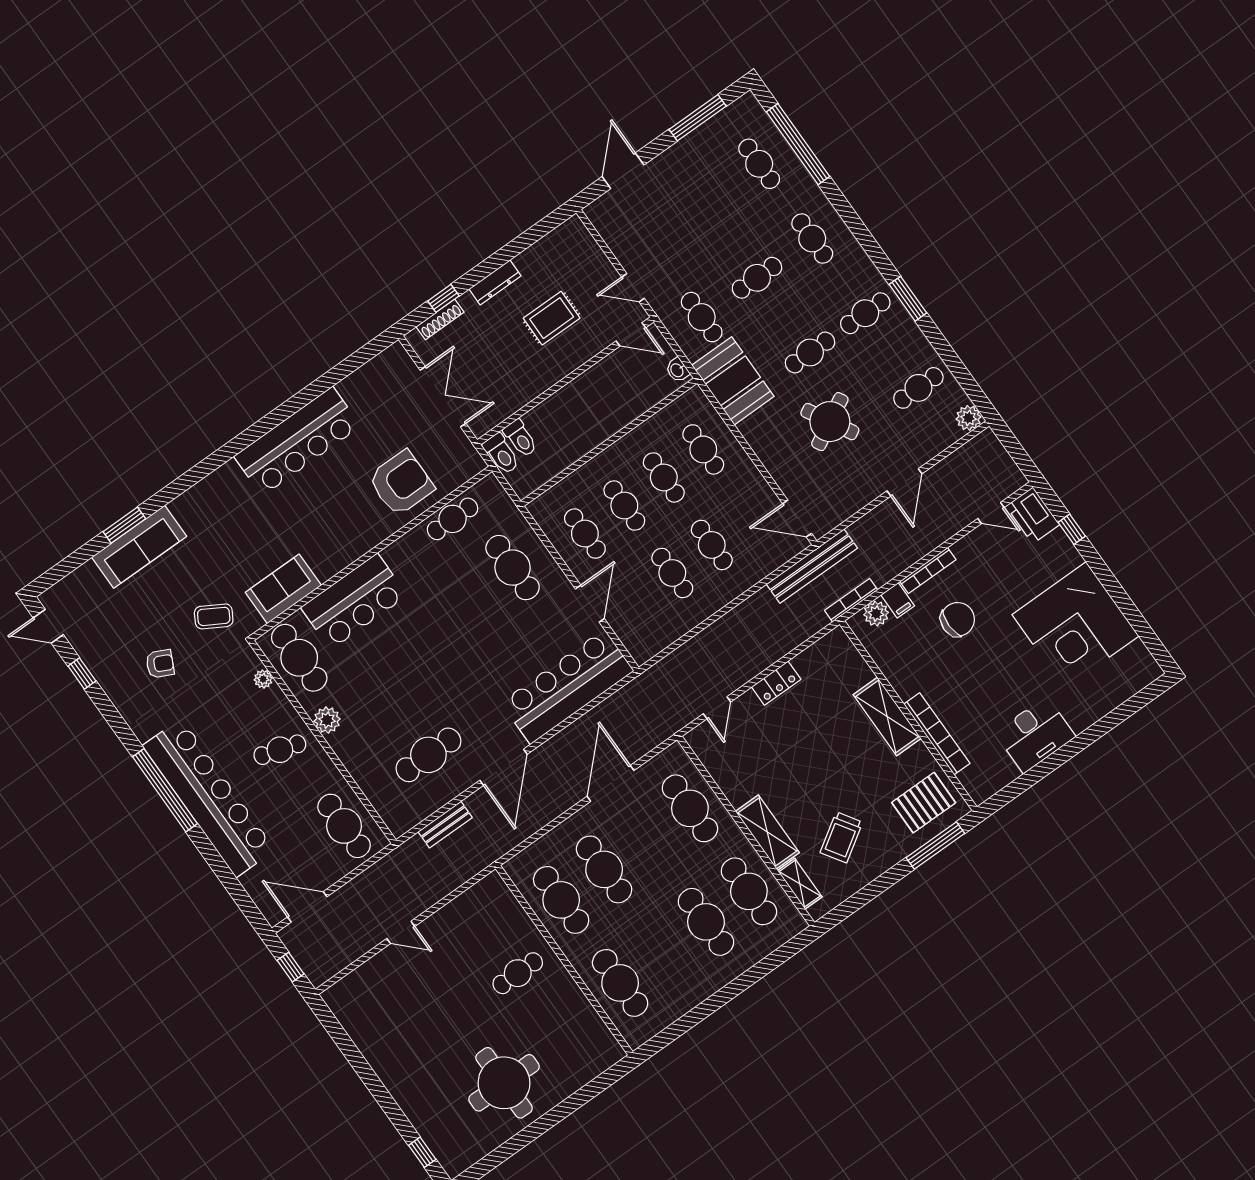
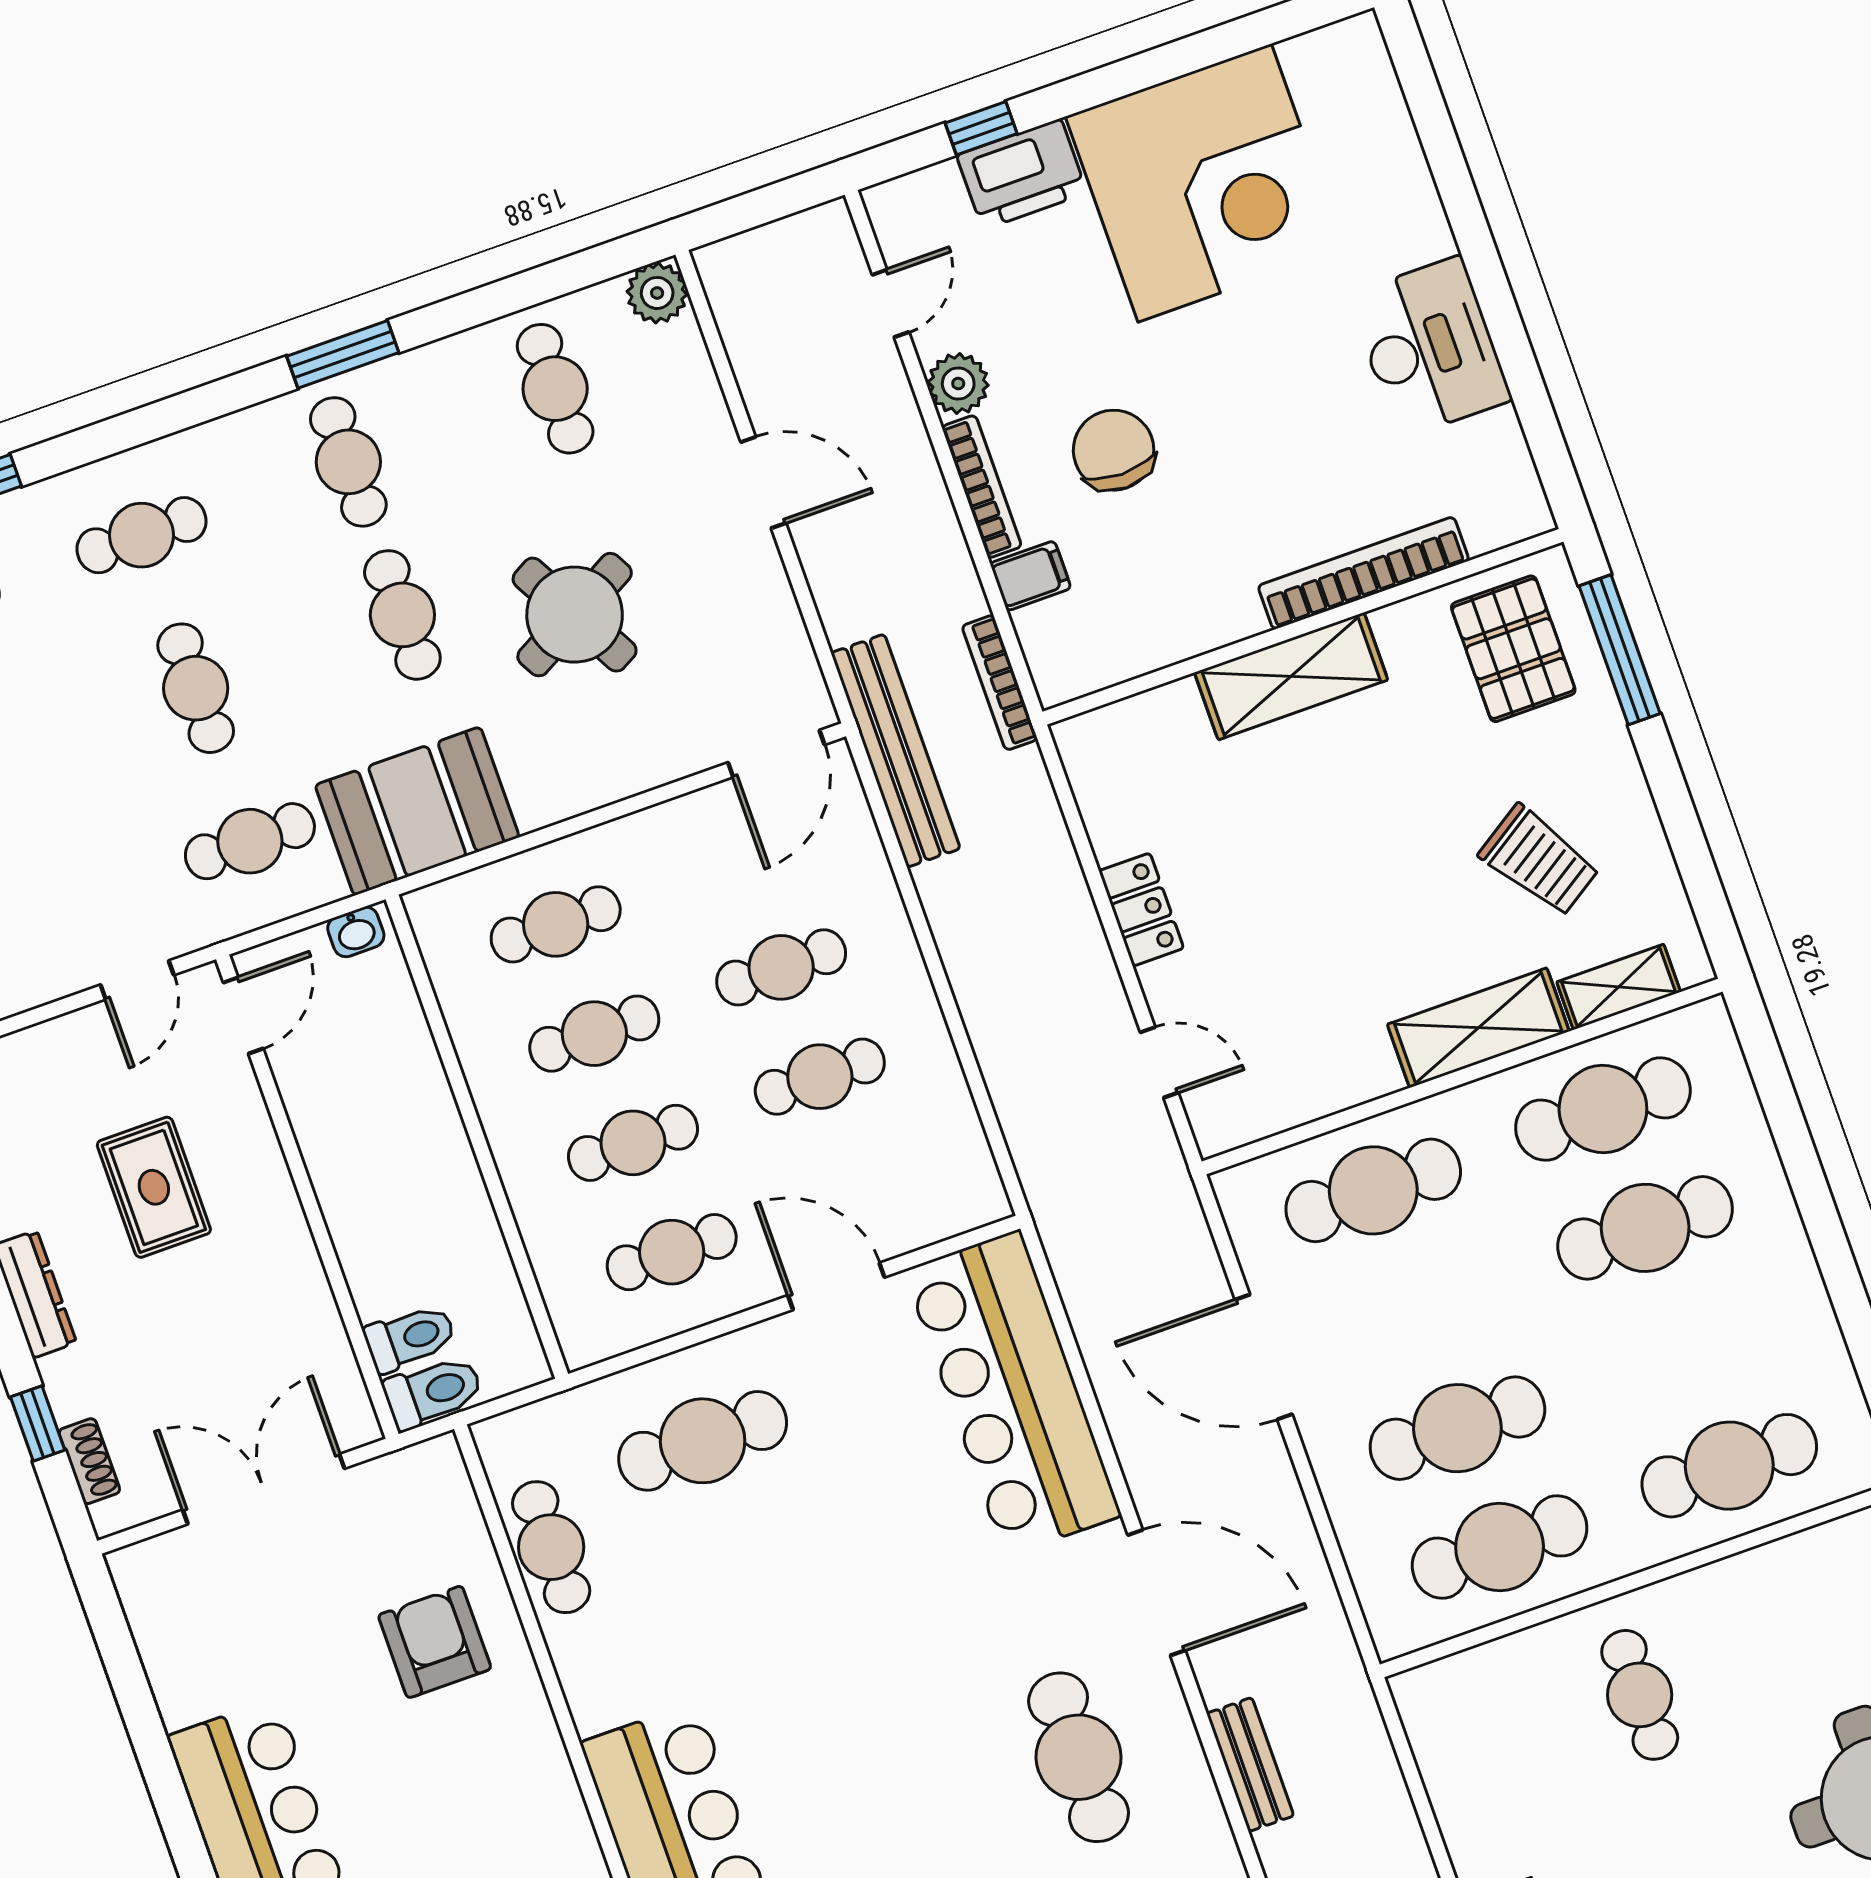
shoe rack: (440, 319) -> (89, 1461), width x0.70
armchair: (401, 483) -> (435, 1642), width x0.73, depth x0.73
printer: (1033, 515) -> (1022, 174), moved
plant: (876, 614) -> (958, 383), moved

